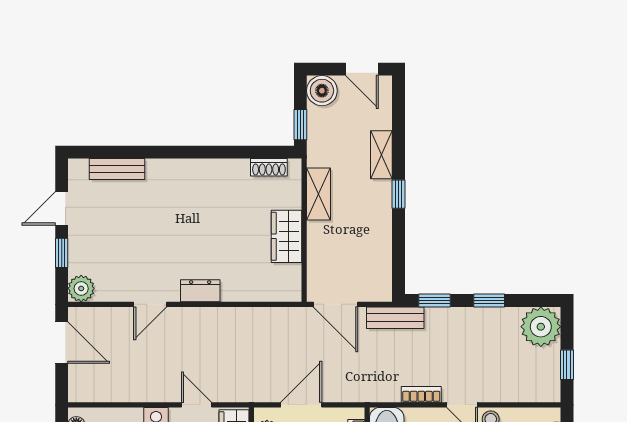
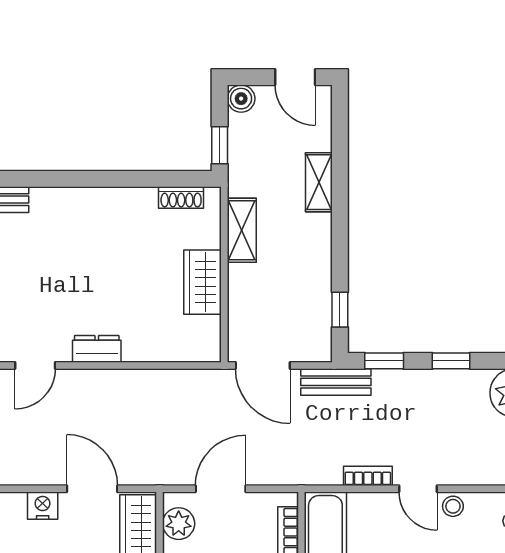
boiler: (322, 91) -> (241, 99), width x0.73, depth x0.73
window: (399, 194) -> (340, 310), moved
door: (196, 405) -> (92, 489), width x1.38

